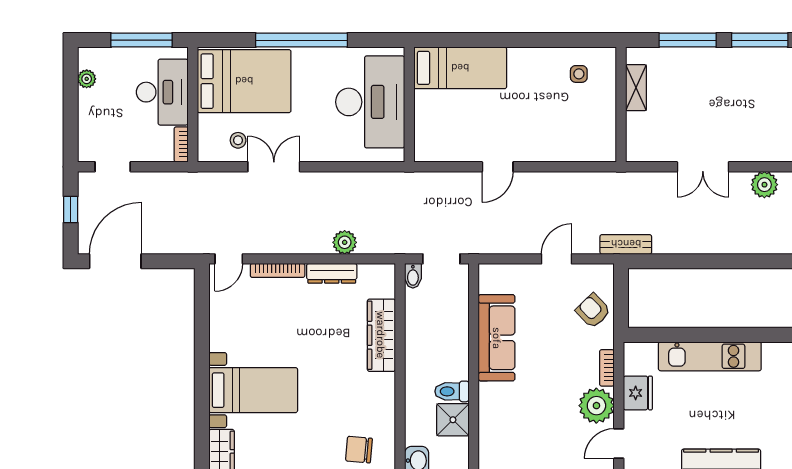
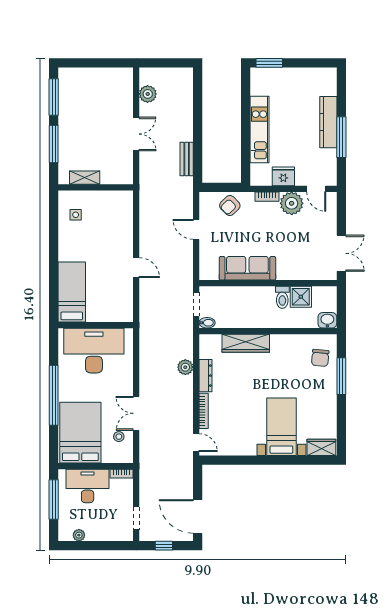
bench: (626, 244) -> (187, 159), moved

